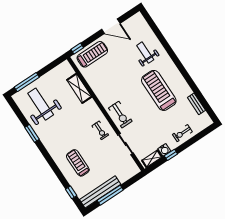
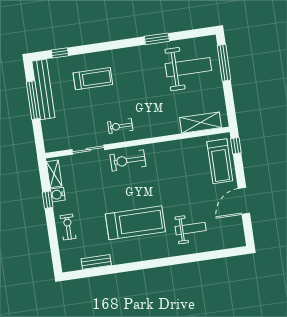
shelving: (79, 88) -> (201, 123), moved

